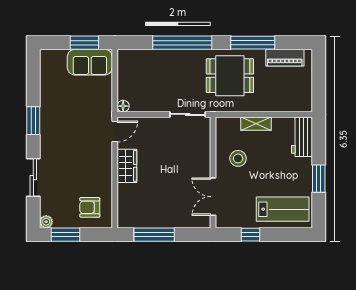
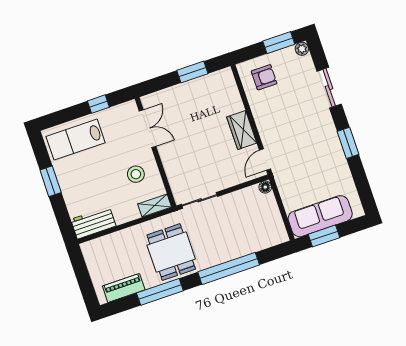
sofa: (90, 62) -> (320, 216), width x1.36
dining table: (230, 76) -> (171, 252), turned 90
shelving: (256, 124) -> (155, 206), moved
workbench: (302, 137) -> (93, 223), moved, turned -90
window: (154, 235) -> (192, 72), width x0.69

